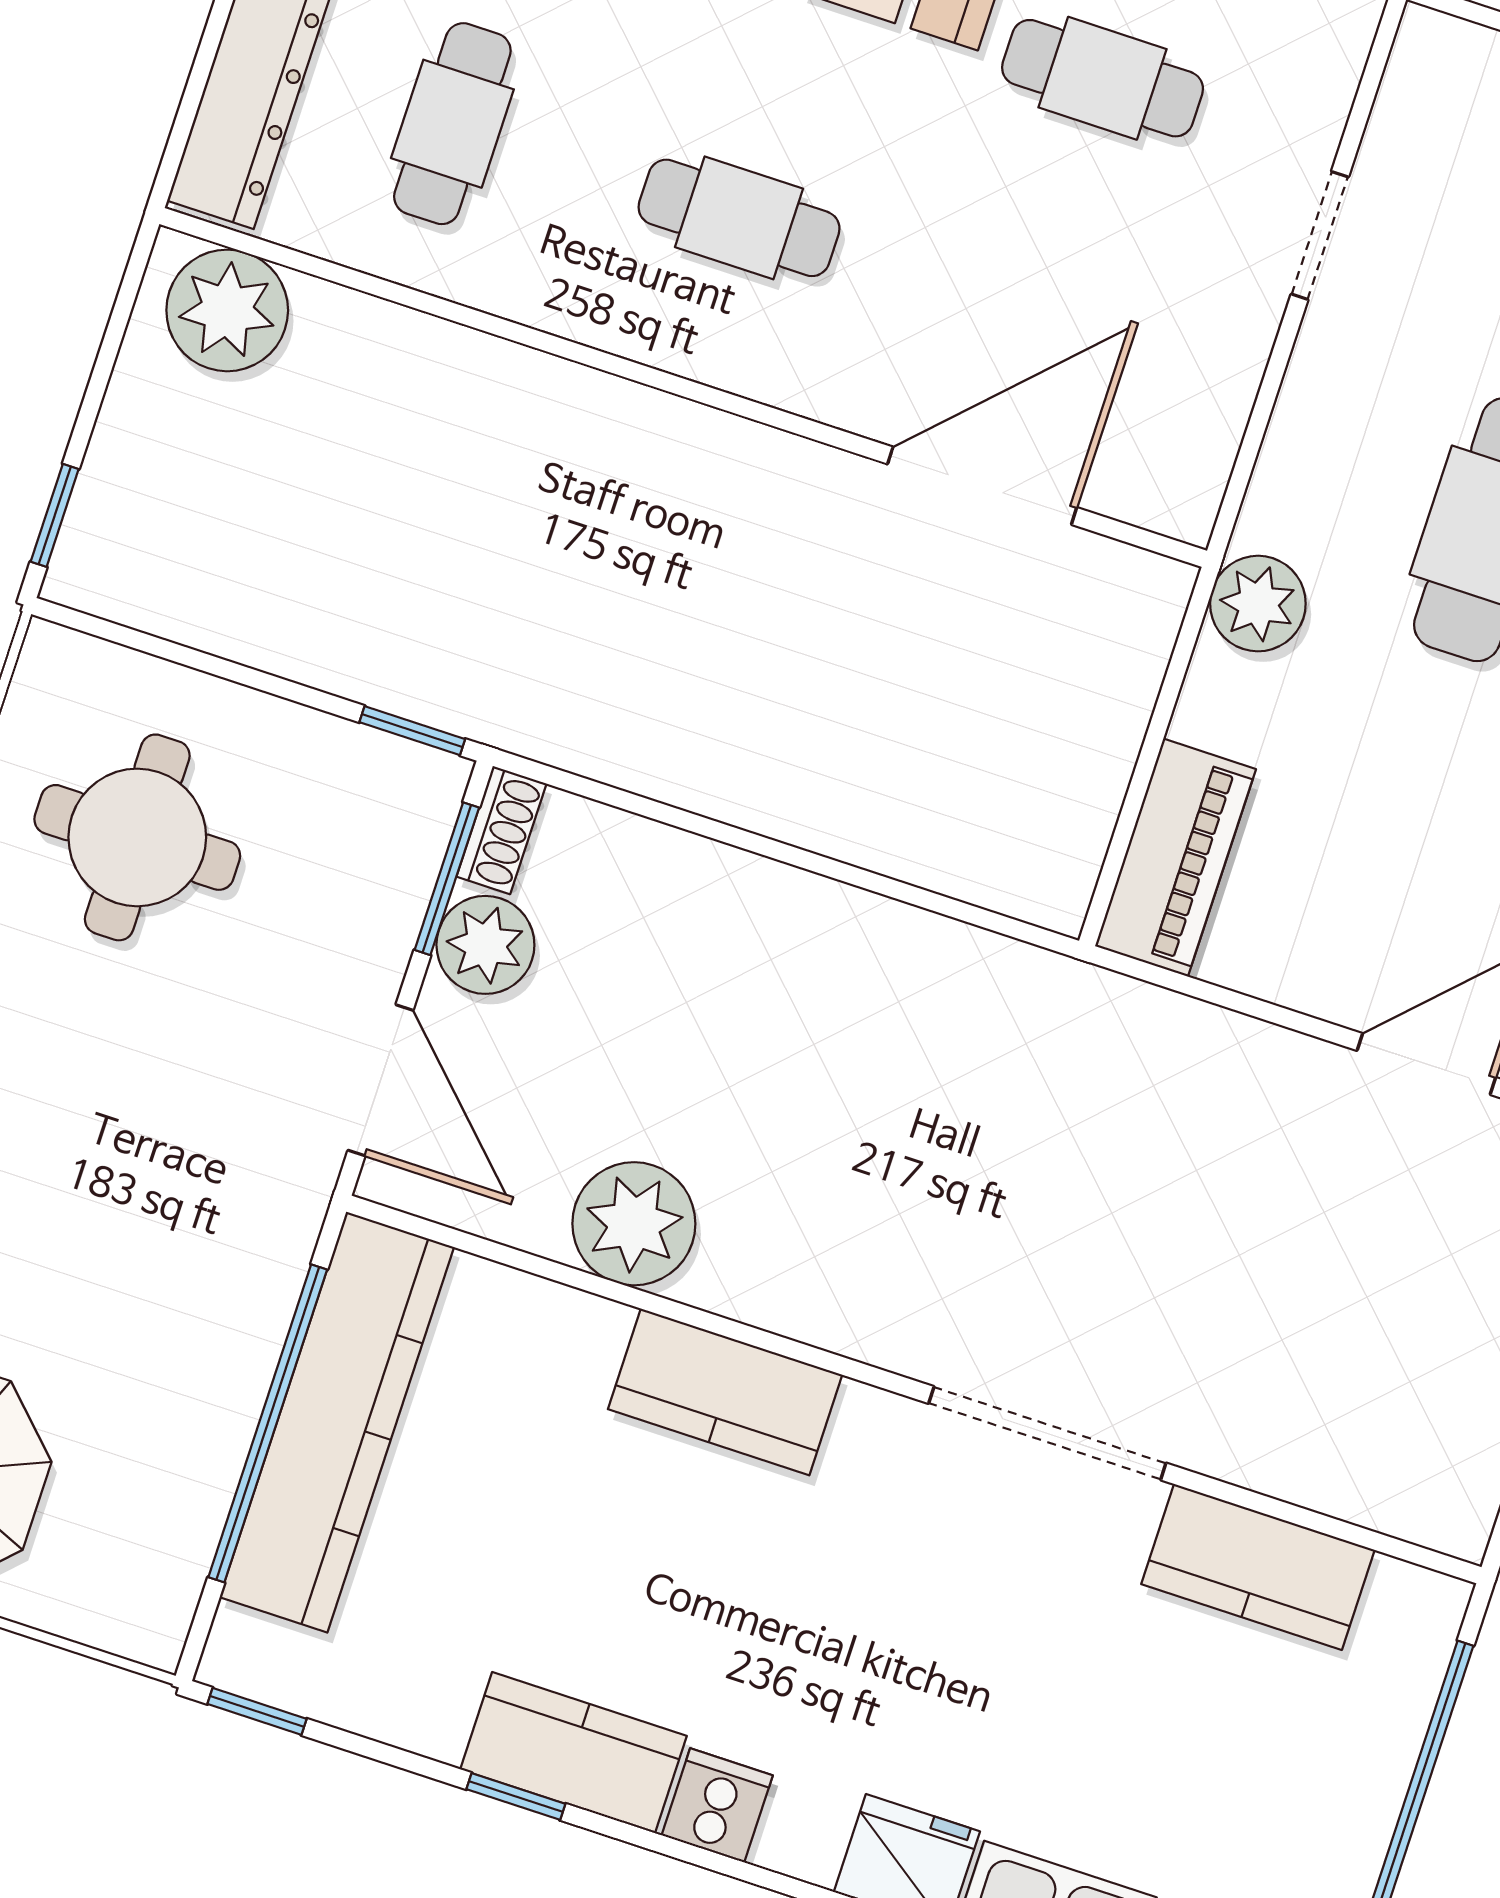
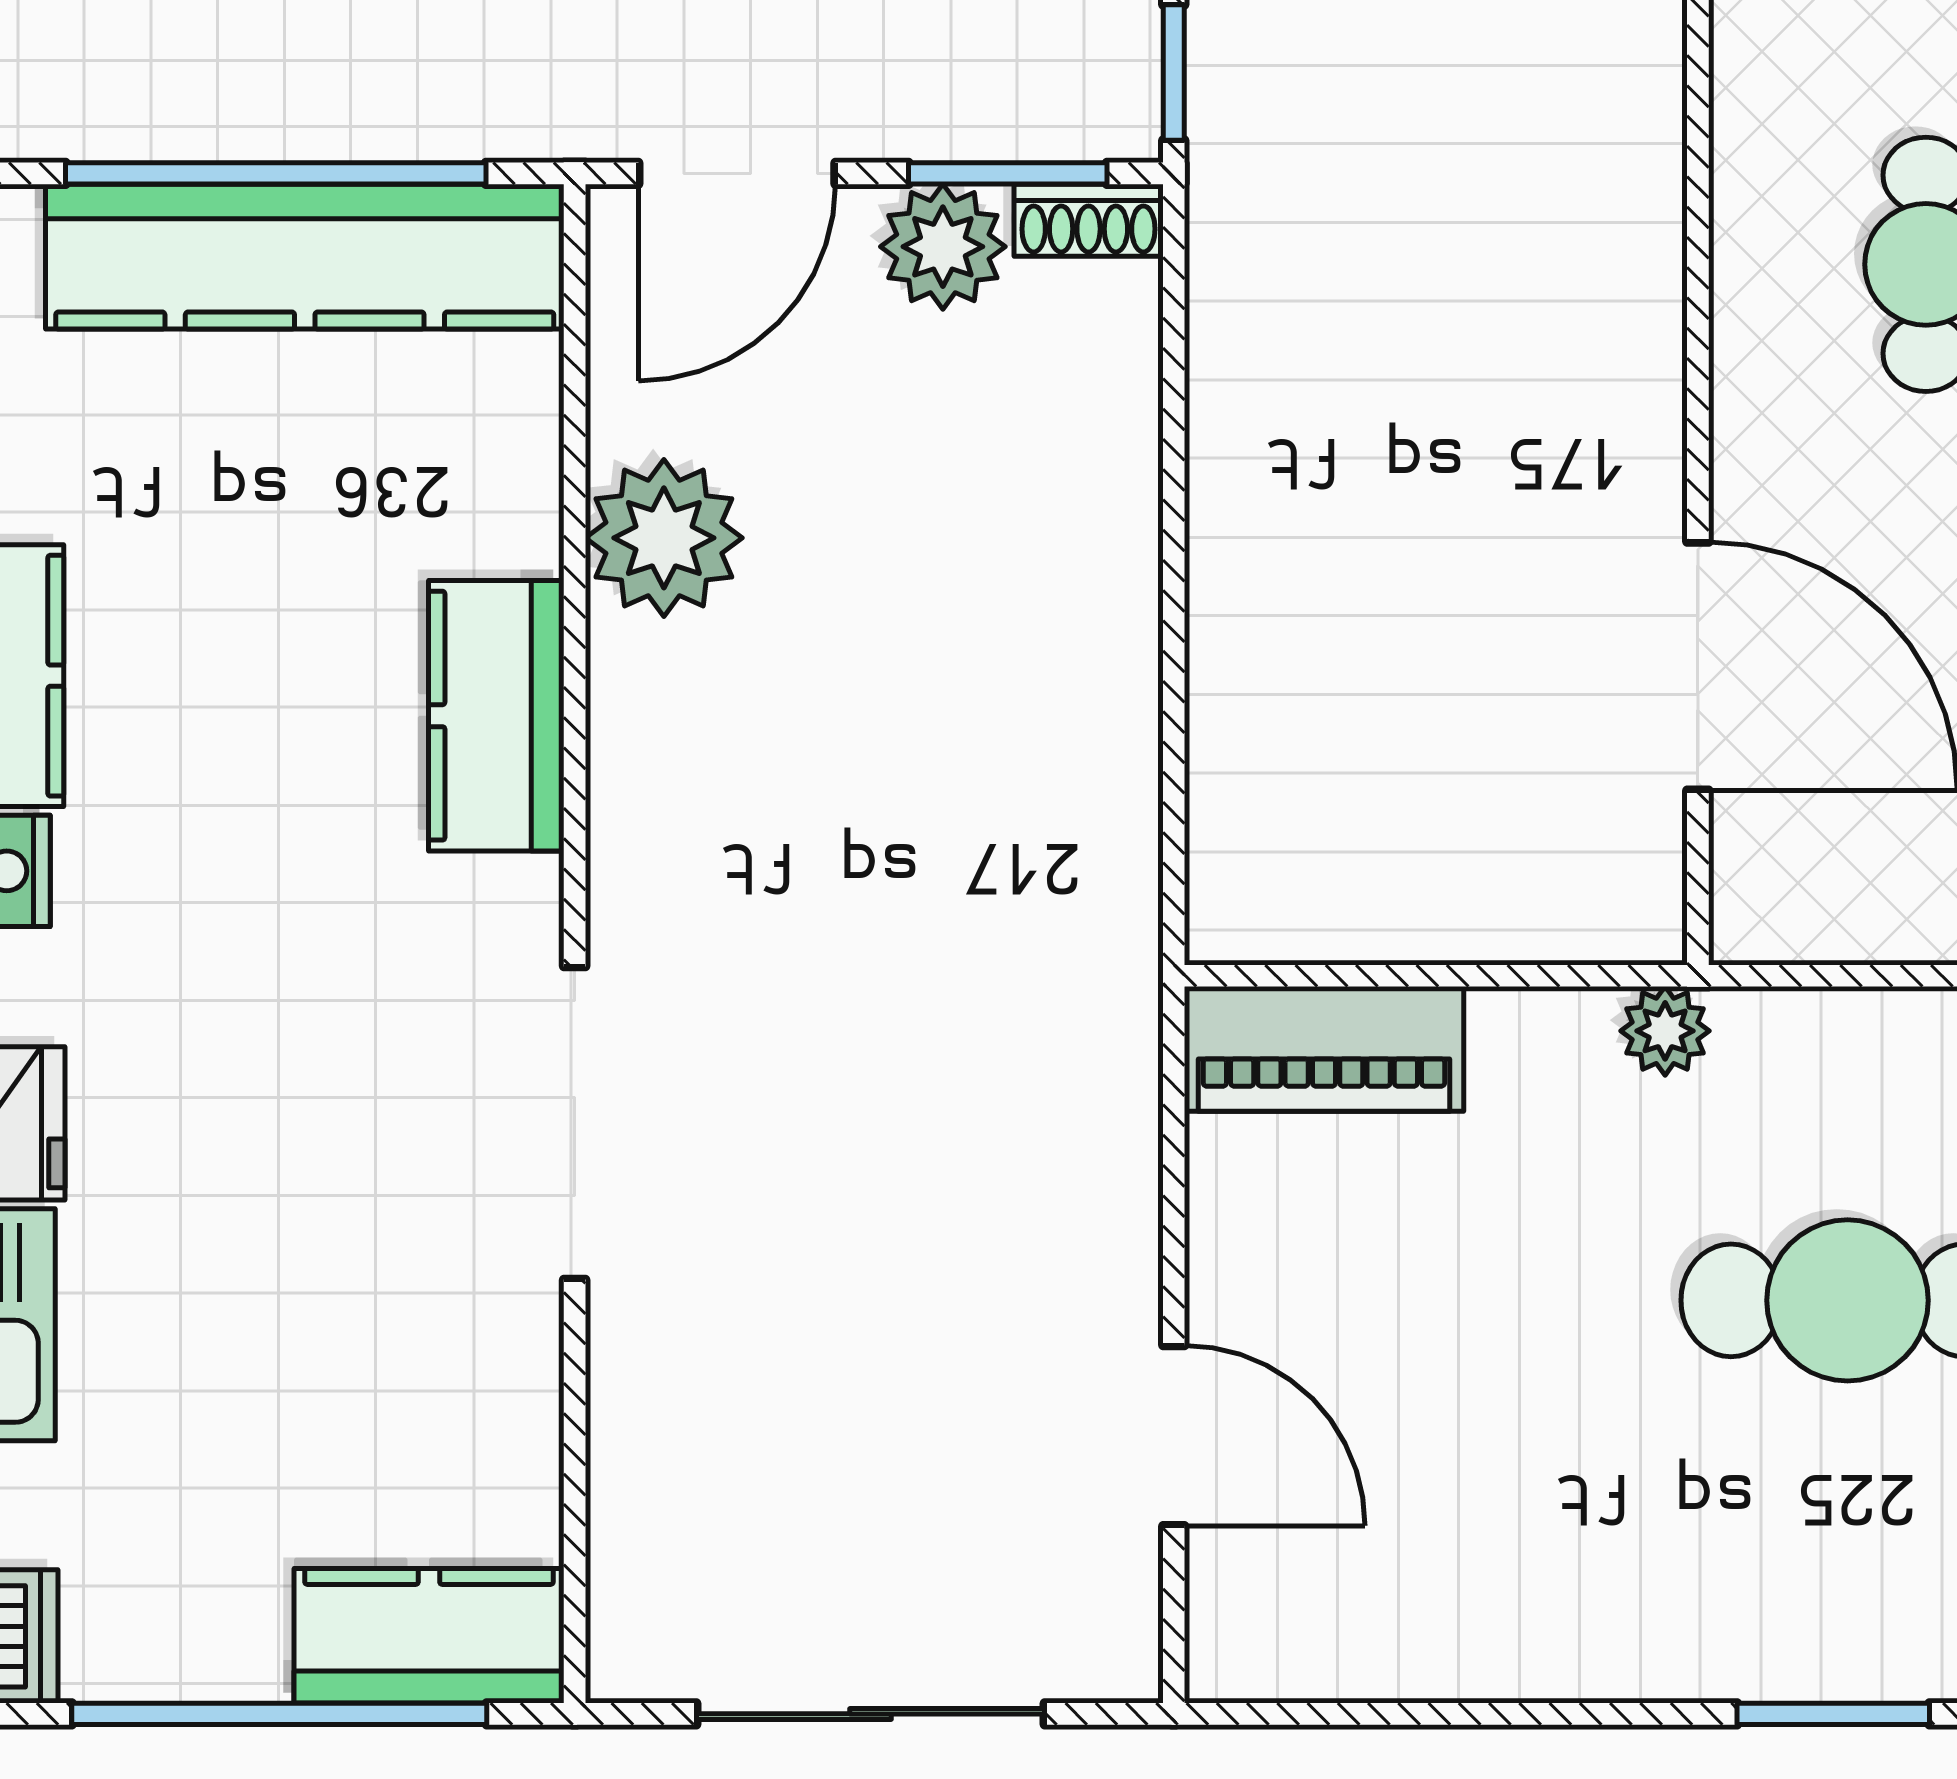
plant: (1258, 604) -> (1665, 1031), width x0.73, depth x0.73
kitchen counter: (1258, 1567) -> (429, 1636), moved, turned 90

